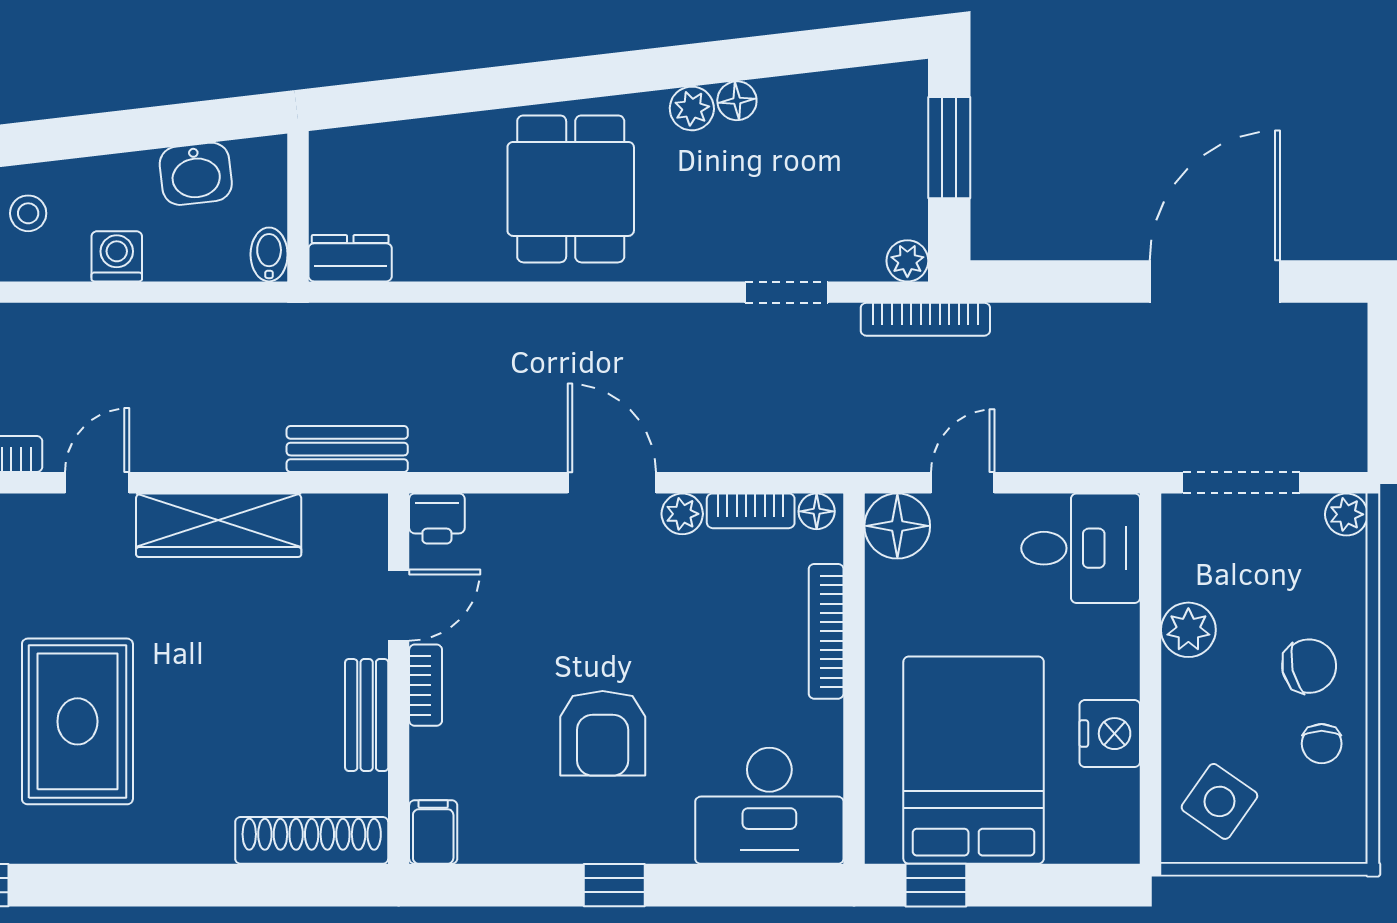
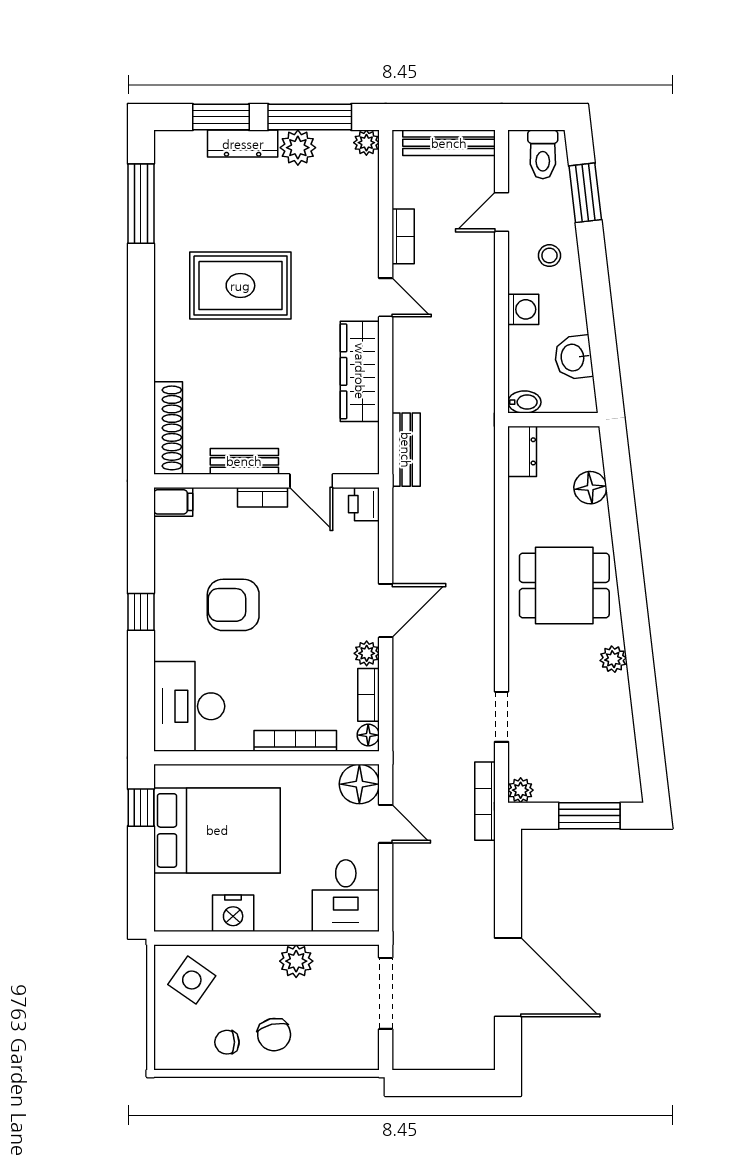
floor lamp: (737, 101) -> (590, 488), moved, width x1.37, depth x1.37
plant: (1346, 514) -> (366, 1057), removed

